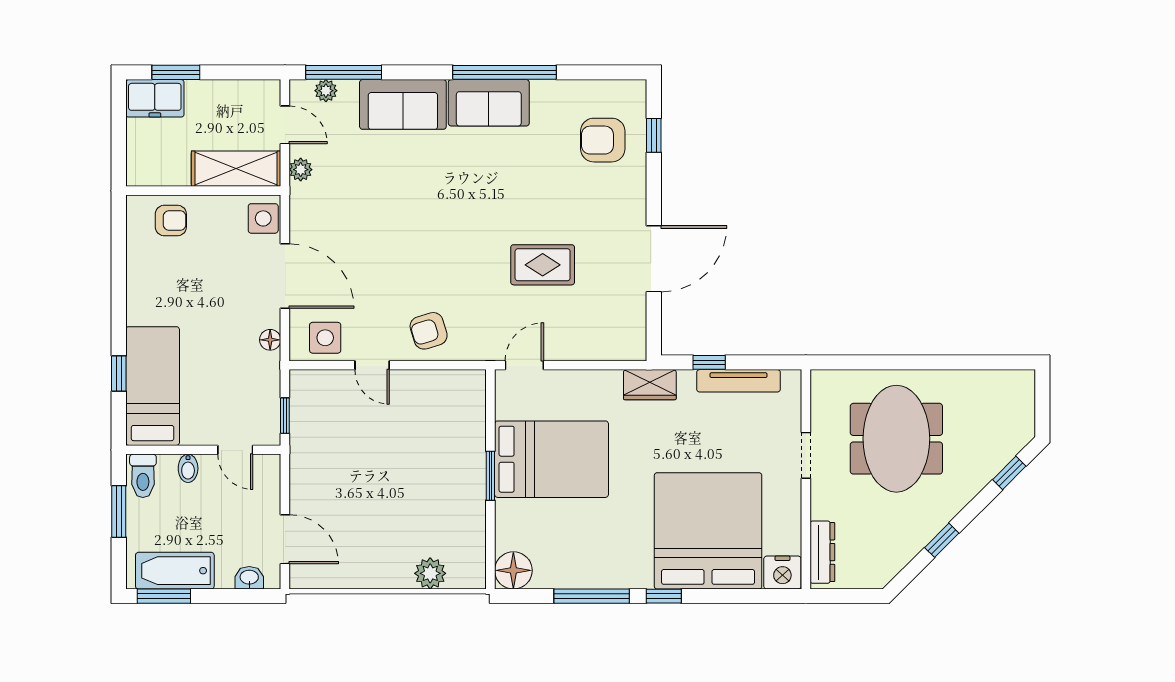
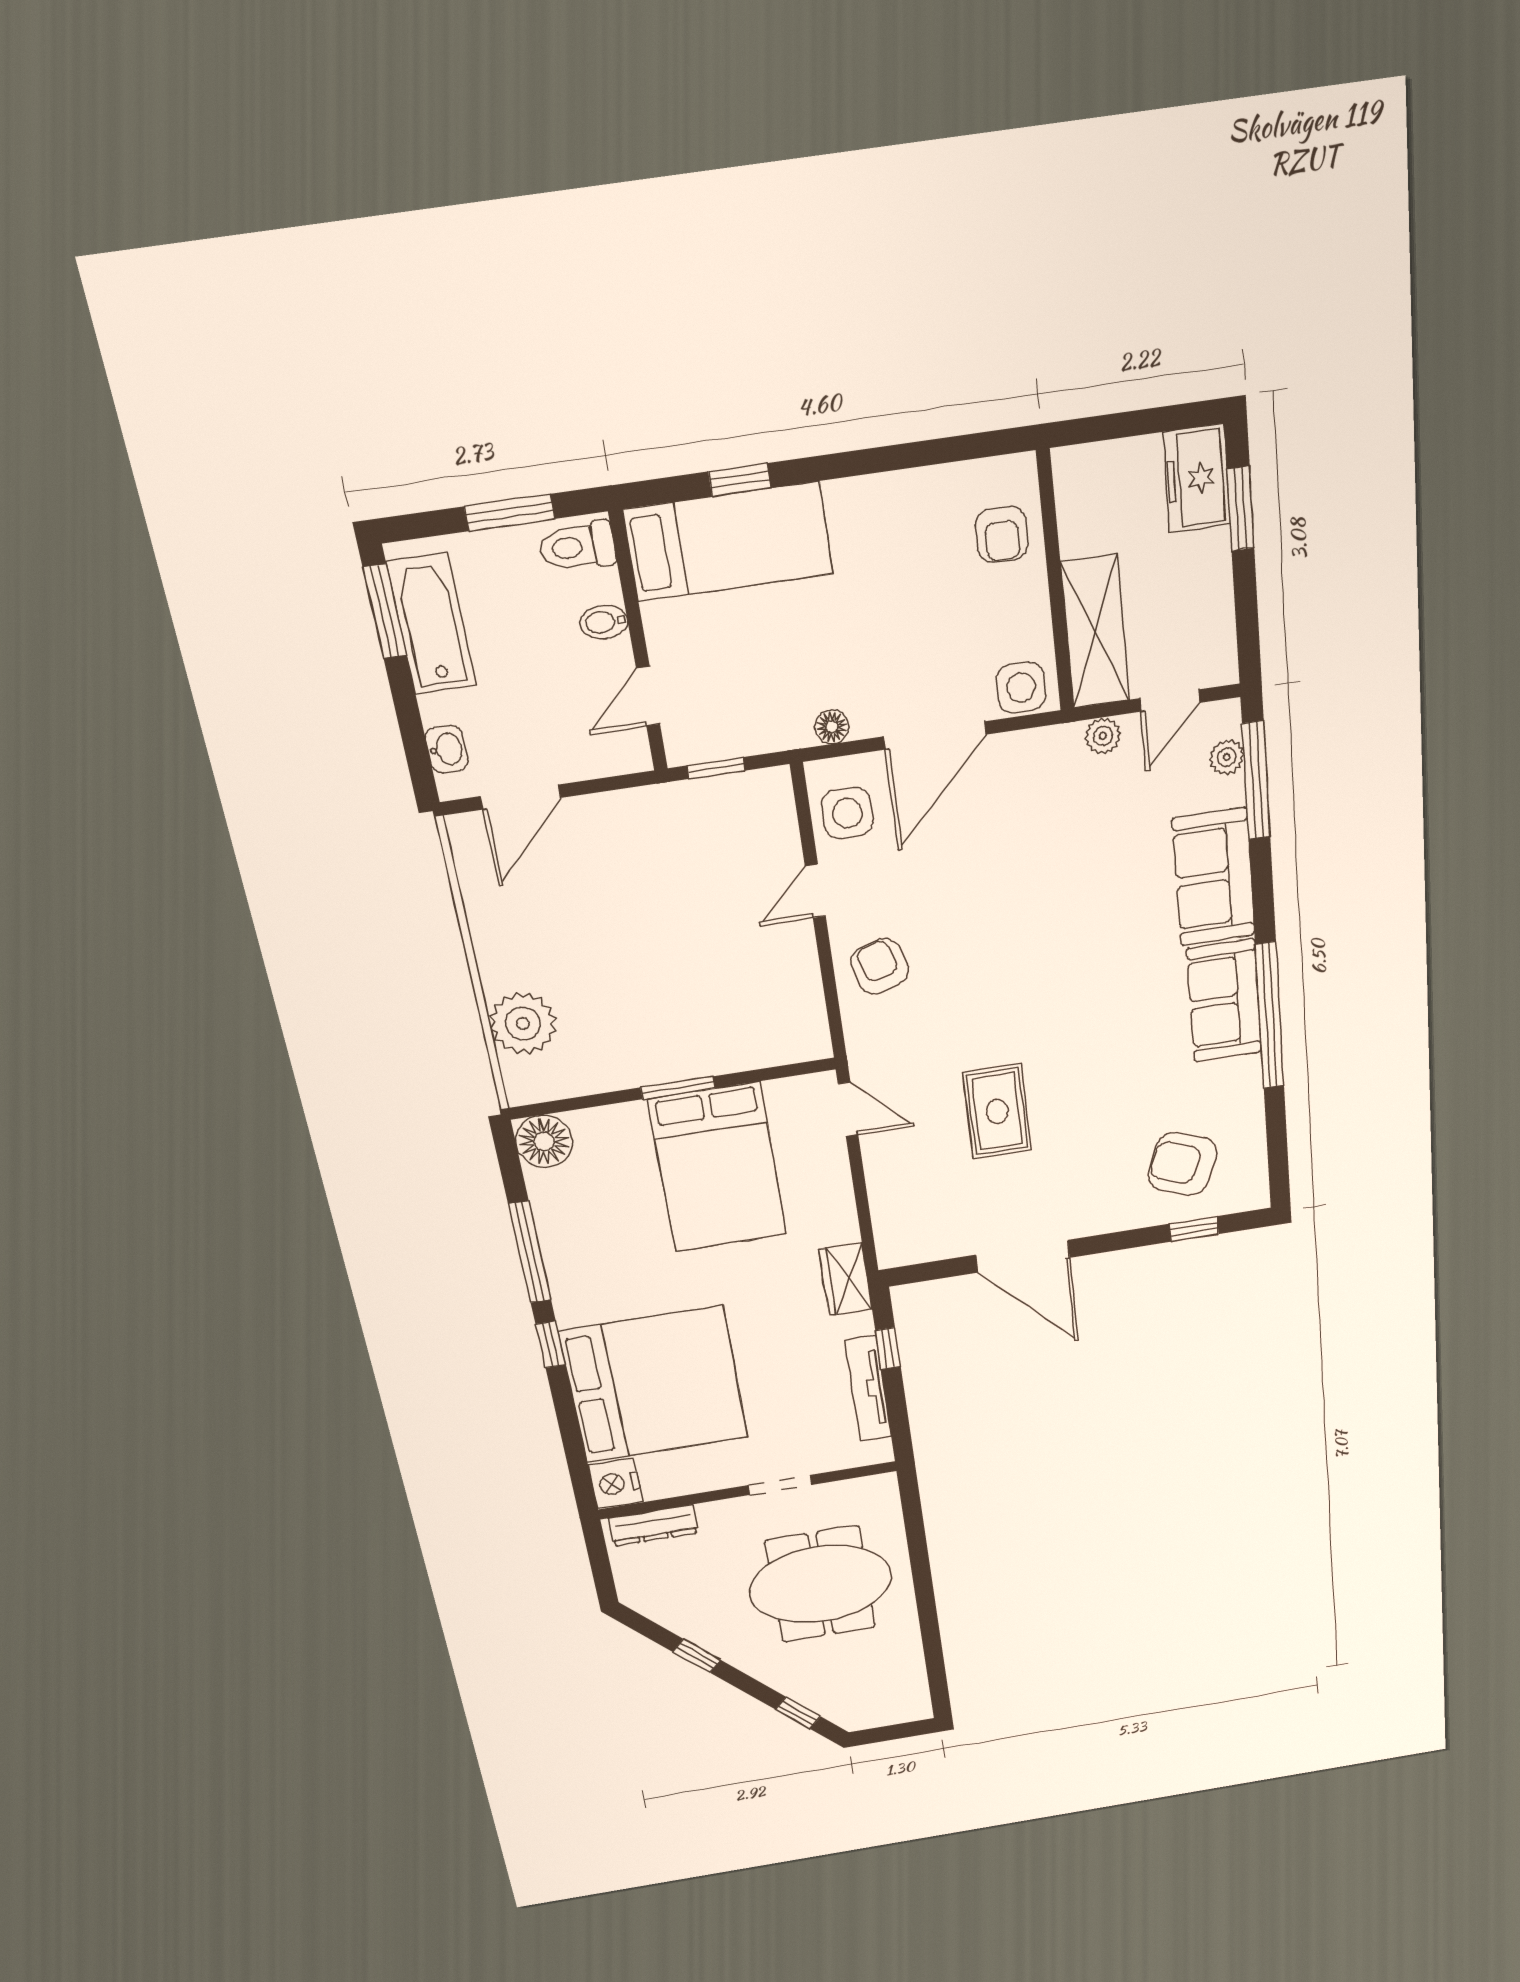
armchair: (603, 140) -> (1182, 1164), turned -69
plant: (430, 573) -> (523, 1023), width x1.36, depth x1.36

